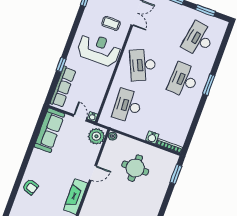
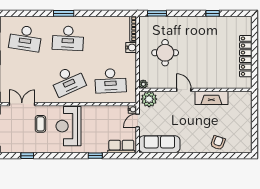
row of seats: (63, 87) -> (121, 146), width x0.68

